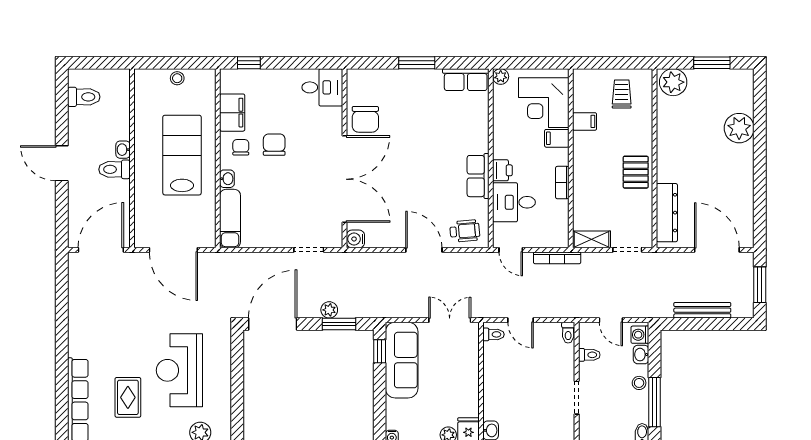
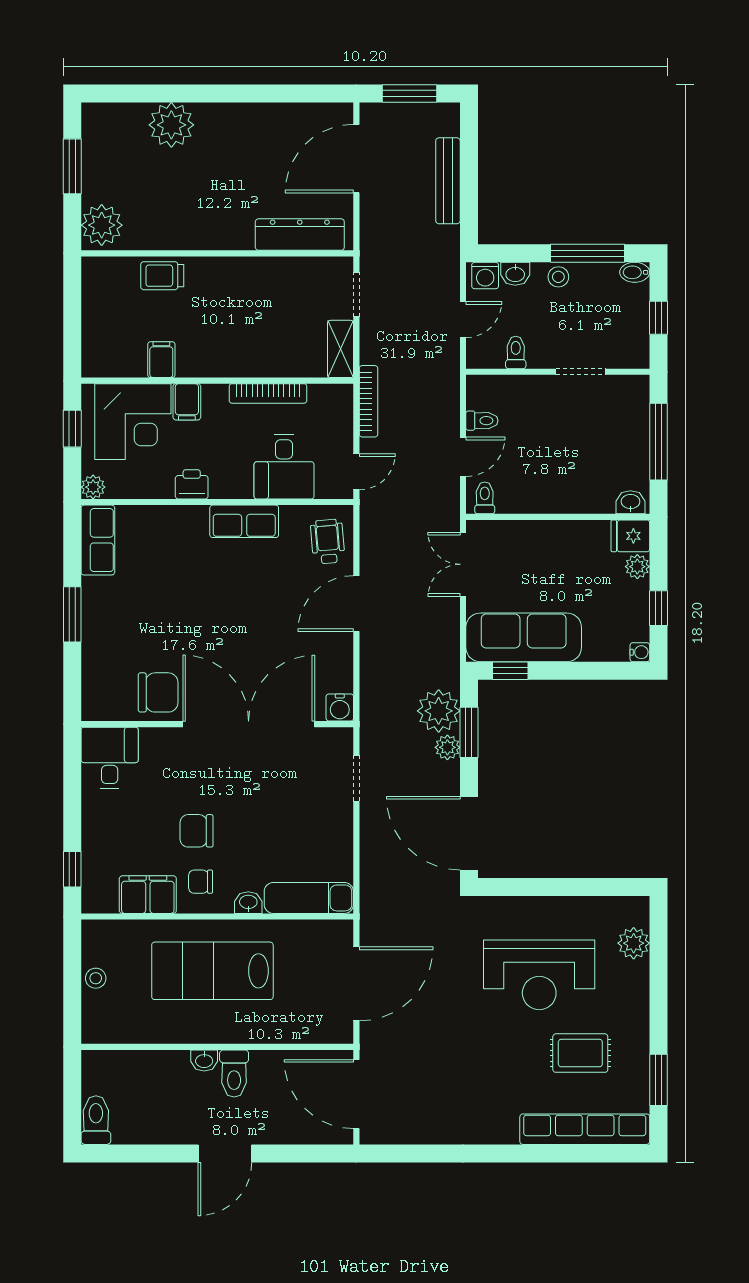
window: (539, 63) -> (72, 429), added
trolley: (622, 94) -> (162, 276), moved
toilet: (84, 97) -> (96, 1120), moved
printer: (502, 170) -> (192, 484), moved
pallet: (636, 172) -> (238, 282), removed
bookcase: (562, 183) -> (268, 393), width x1.56
plant: (353, 304) -> (439, 711), added
toilet: (568, 333) -> (482, 421), moved

